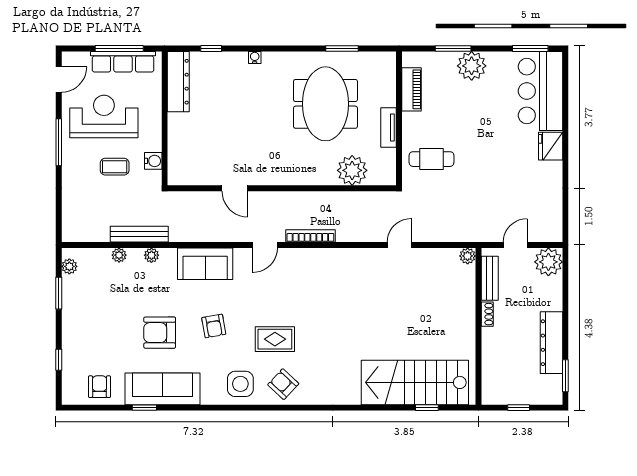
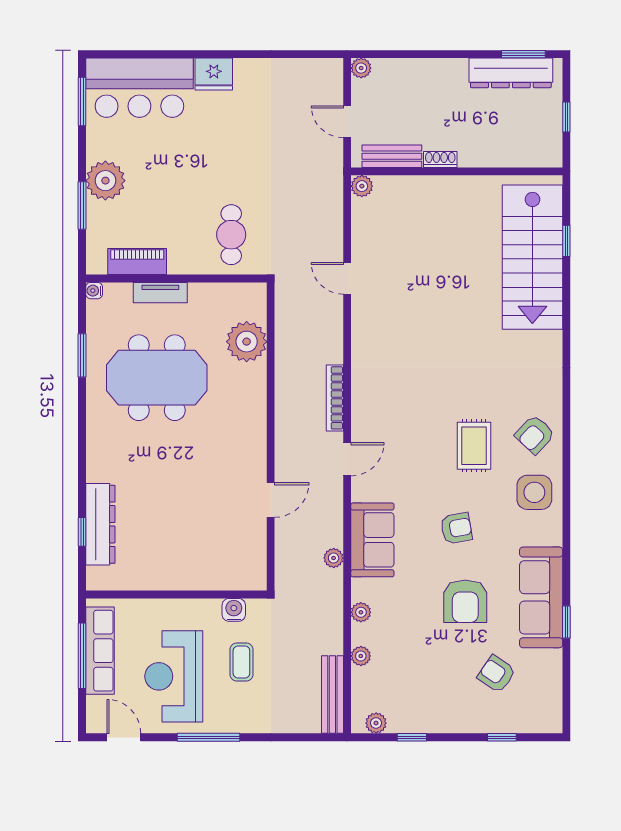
water cooler: (255, 57) -> (94, 291), moved
dresser: (178, 82) -> (100, 524), moved, turned 90
tv unit: (389, 127) -> (160, 293), moved
bench: (139, 234) -> (332, 695), moved
plant: (192, 235) -> (334, 558), added
door: (265, 245) -> (347, 459), hinge flipped
plant: (548, 262) -> (361, 68), width x0.53, depth x0.53
window: (59, 293) -> (412, 737), width x0.67
dresser: (551, 343) -> (511, 73), moved
armchair: (99, 387) -> (497, 674), moved, turned 34

